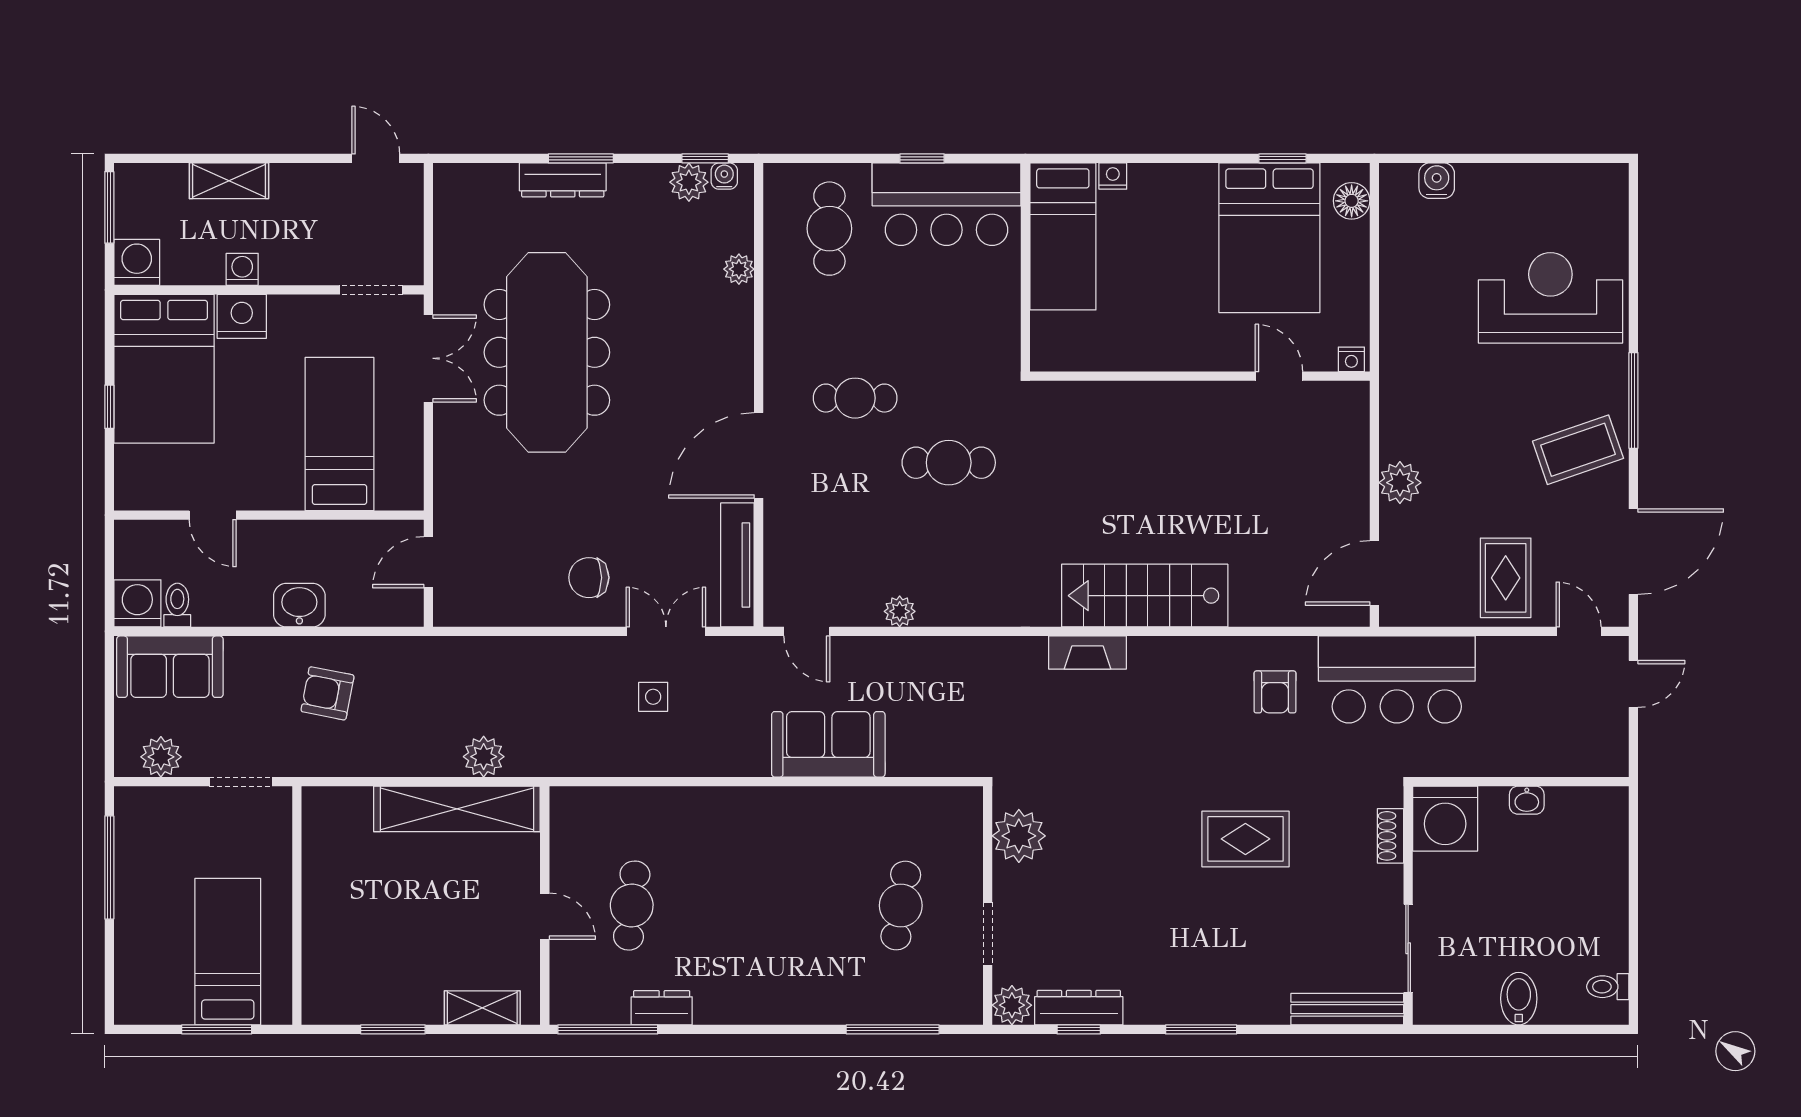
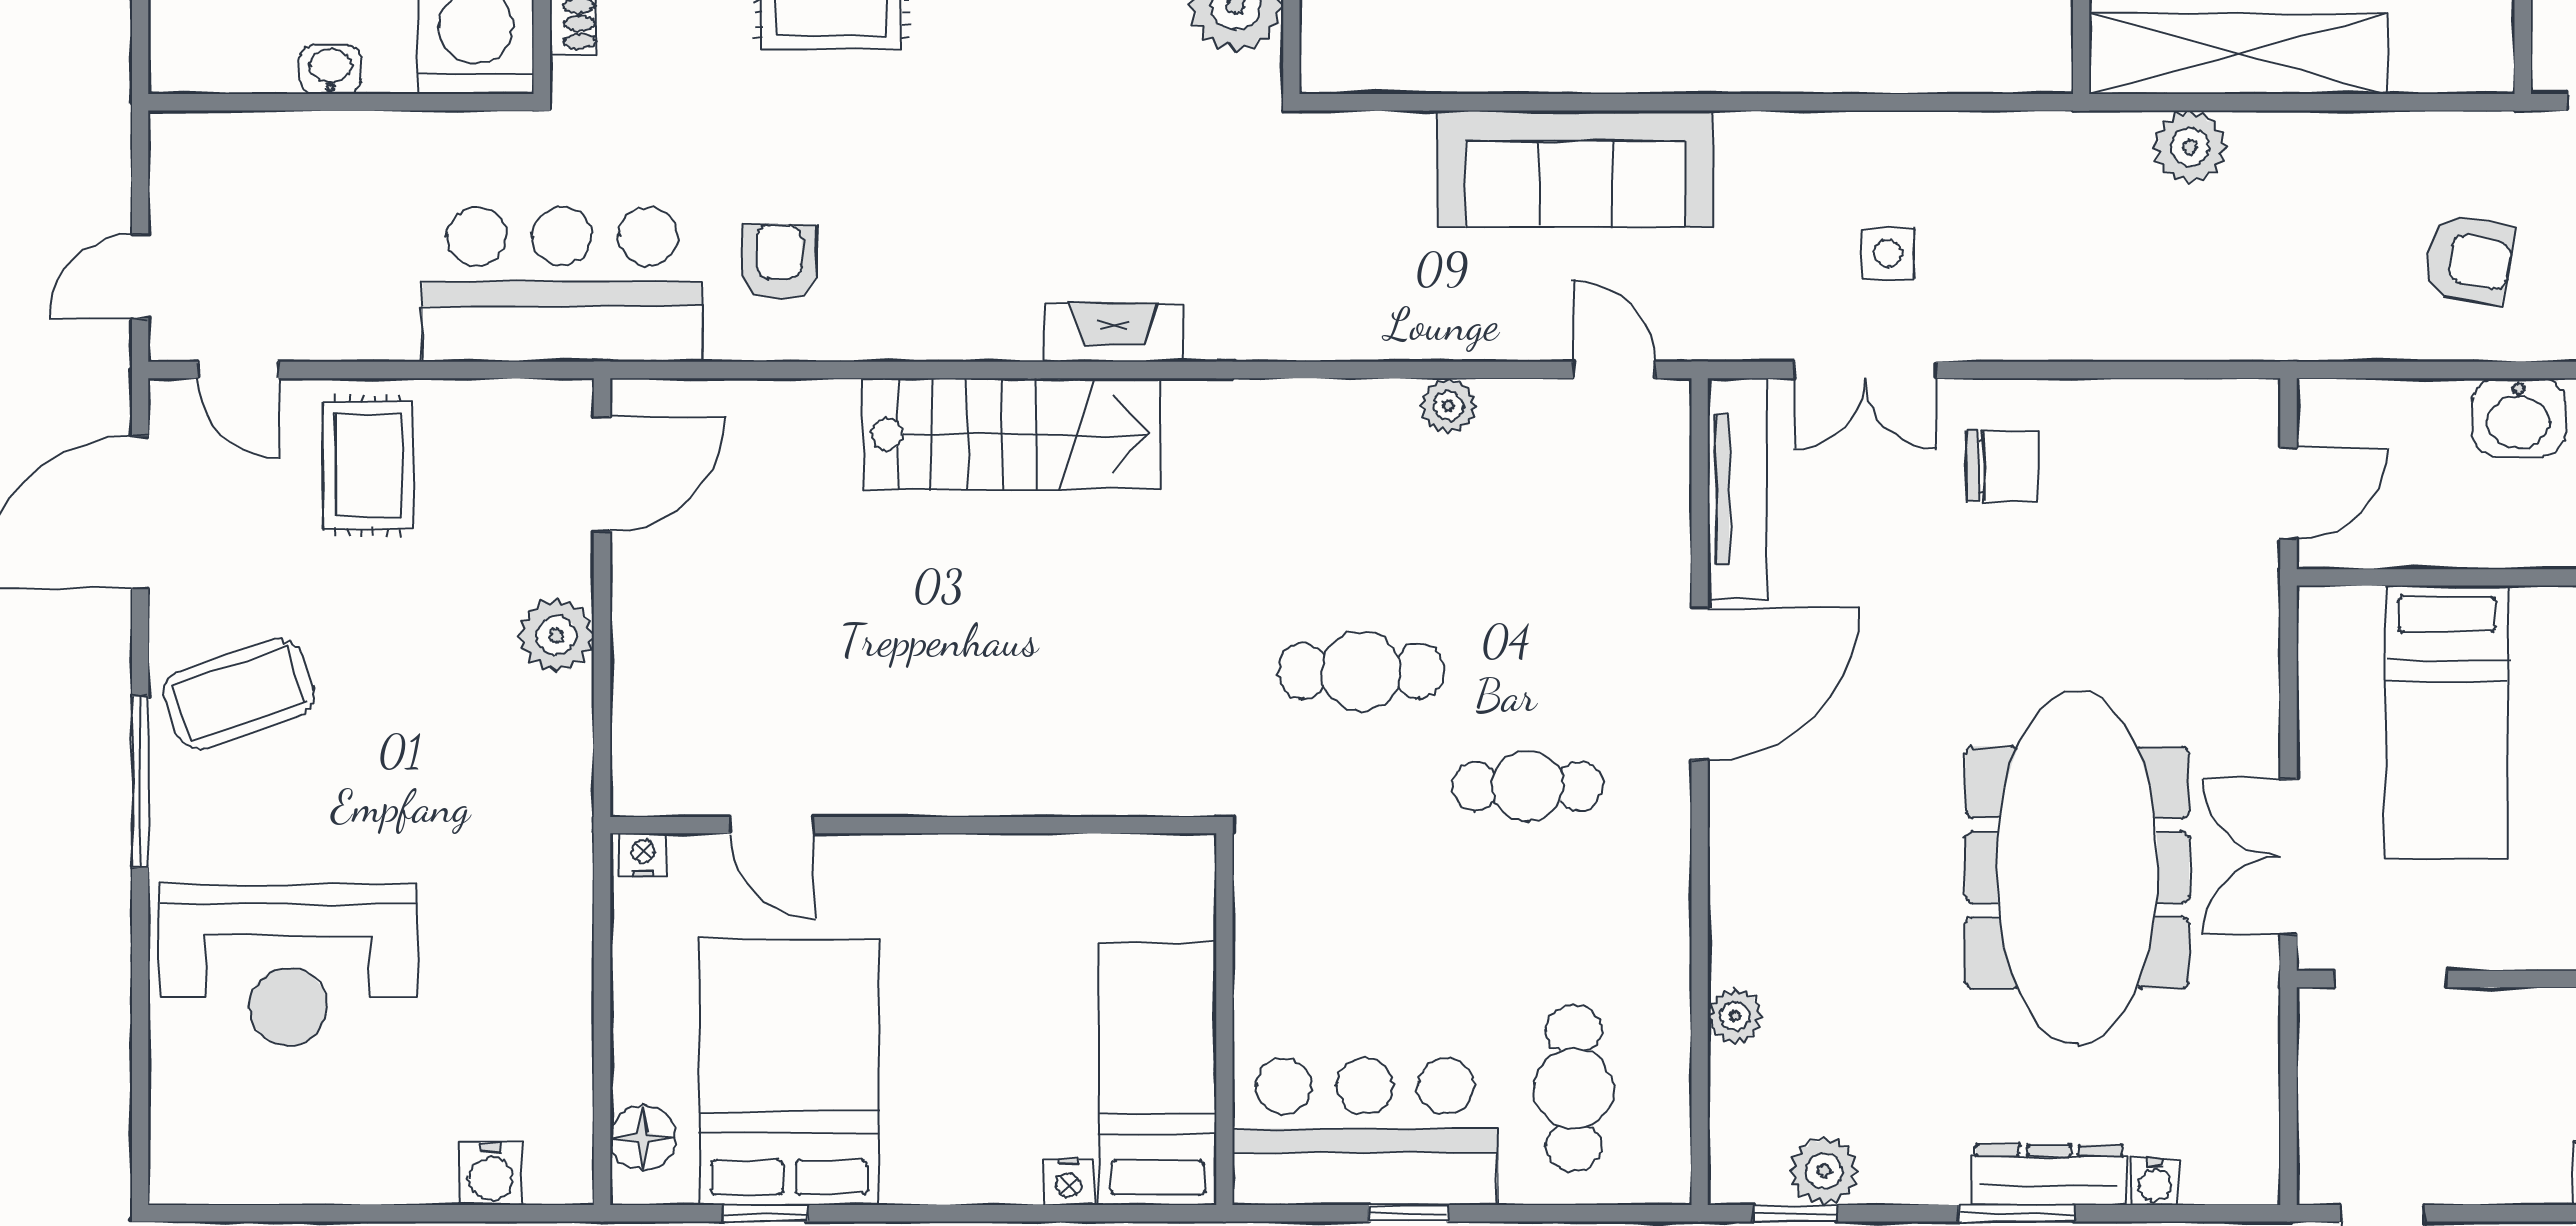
water cooler: (724, 176) -> (2155, 1182), moved
sofa: (828, 744) -> (1575, 169), width x1.36

